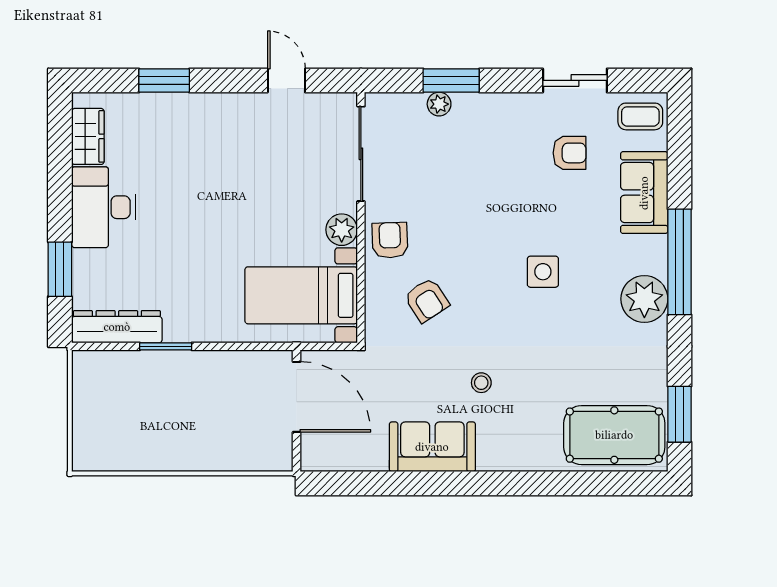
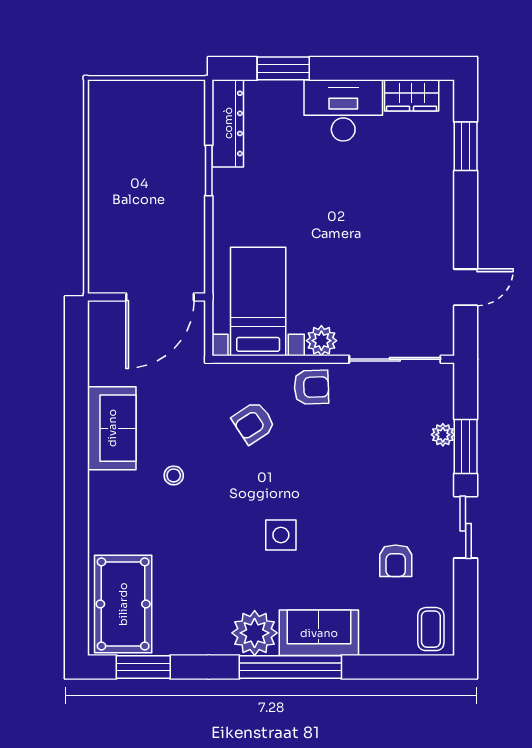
window: (164, 80) -> (466, 146), moved
sliding door: (575, 80) -> (466, 527), moved
sofa: (644, 193) -> (319, 633), moved

